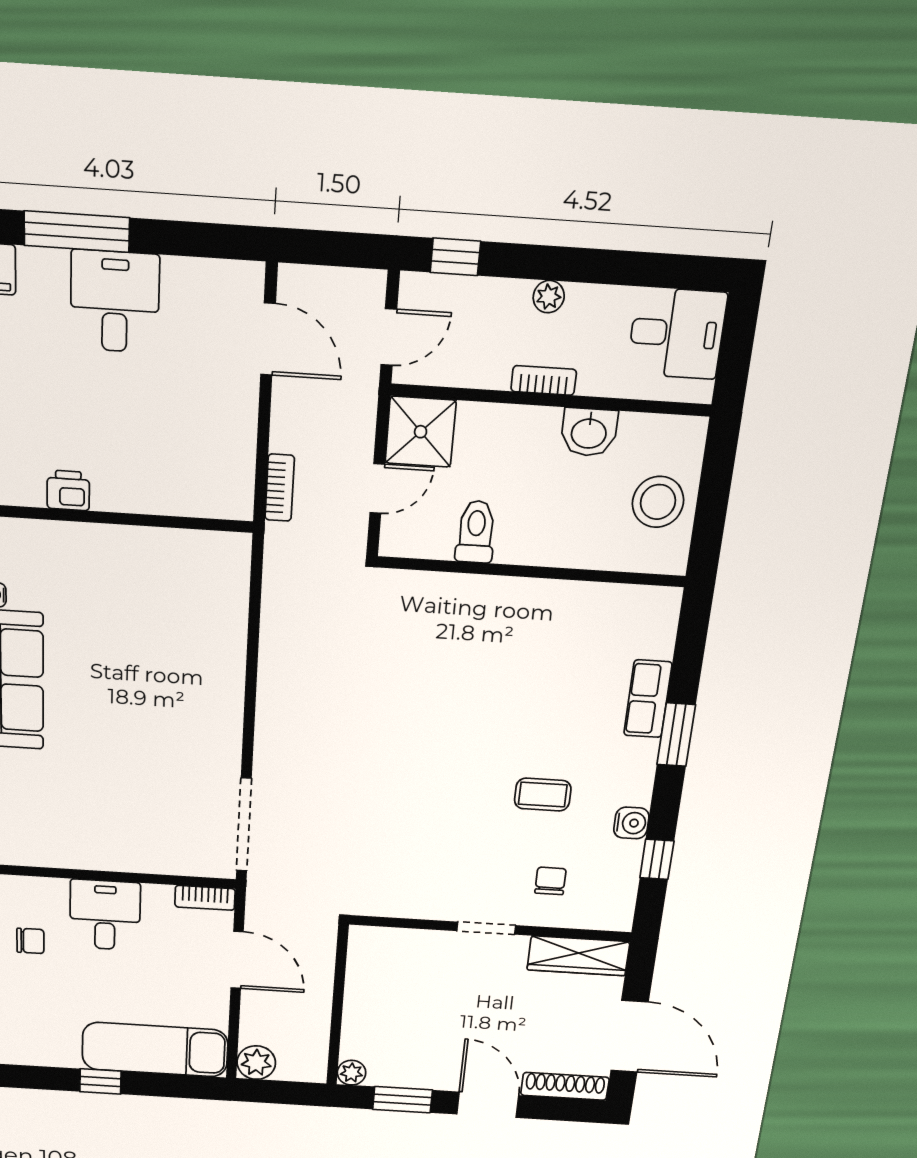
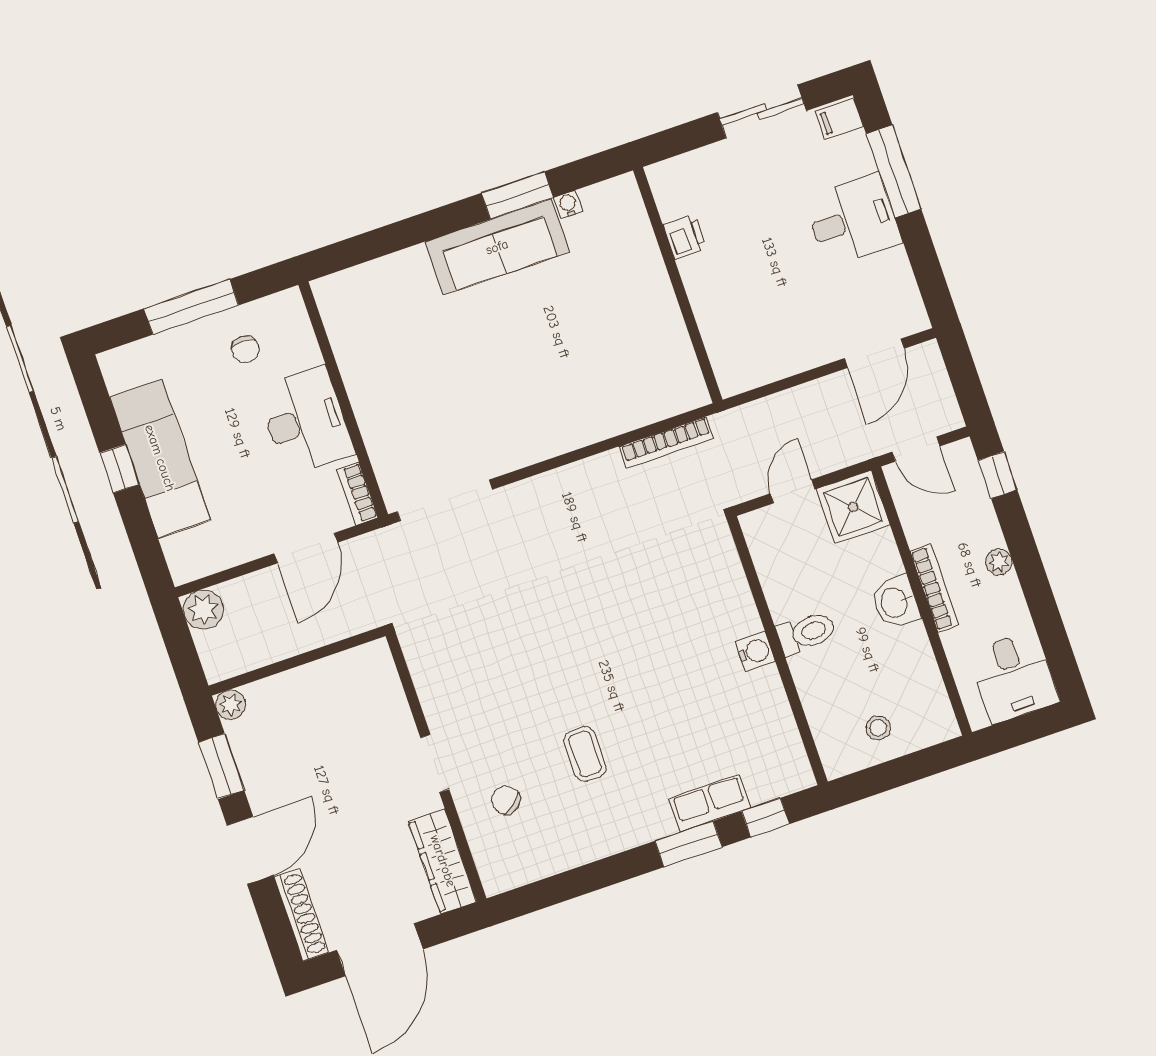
bookcase: (544, 380) -> (934, 588), width x1.56
washbasin: (589, 432) -> (895, 602), moved
bookcase: (280, 488) -> (666, 442), moved, width x1.56
door: (377, 489) -> (793, 491), swing flipped
stool: (658, 502) -> (878, 728), width x0.53, depth x0.53
toilet: (476, 532) -> (806, 633), moved
water cooler: (631, 823) -> (755, 651), moved, turned -90
window: (657, 859) -> (765, 818), moved
chair: (550, 881) -> (506, 800), turned -128
desk: (105, 915) -> (305, 421), width x1.37
exam couch: (155, 1050) -> (160, 458), moved

